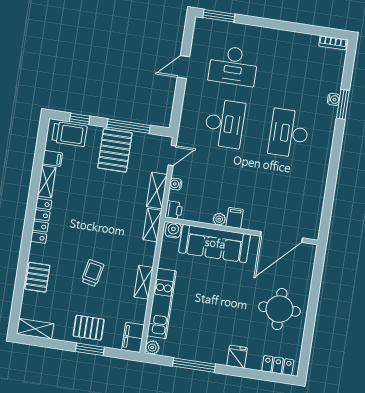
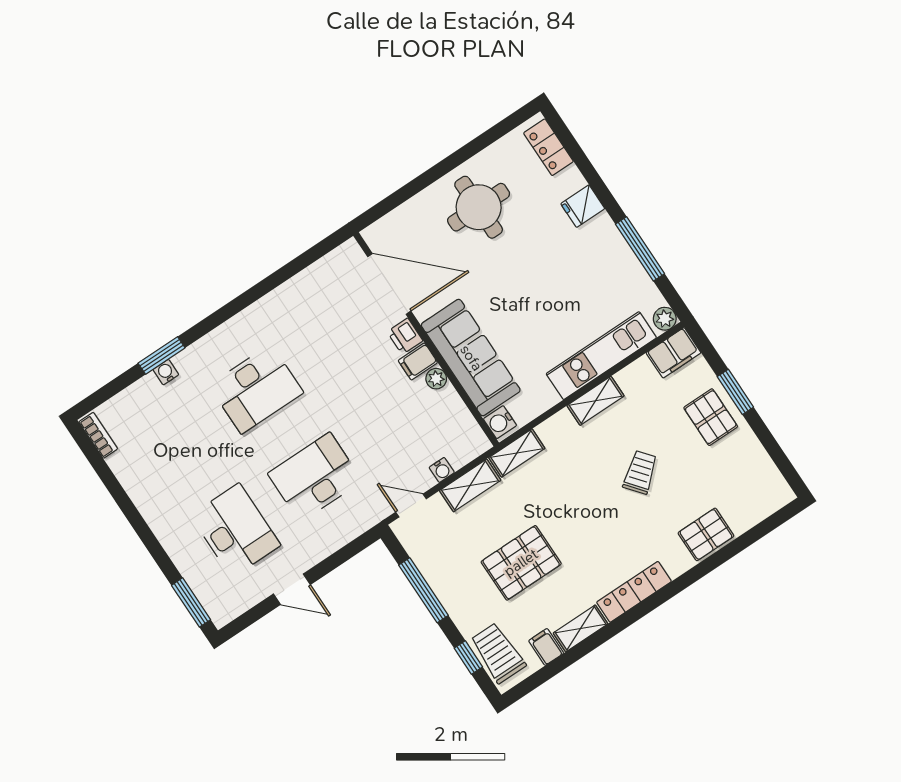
pallet: (115, 150) -> (521, 563), moved
printer: (174, 210) -> (405, 336), moved, turned -90
trolley: (93, 273) -> (640, 472), turned 129
shelving: (35, 329) -> (771, 481), removed

